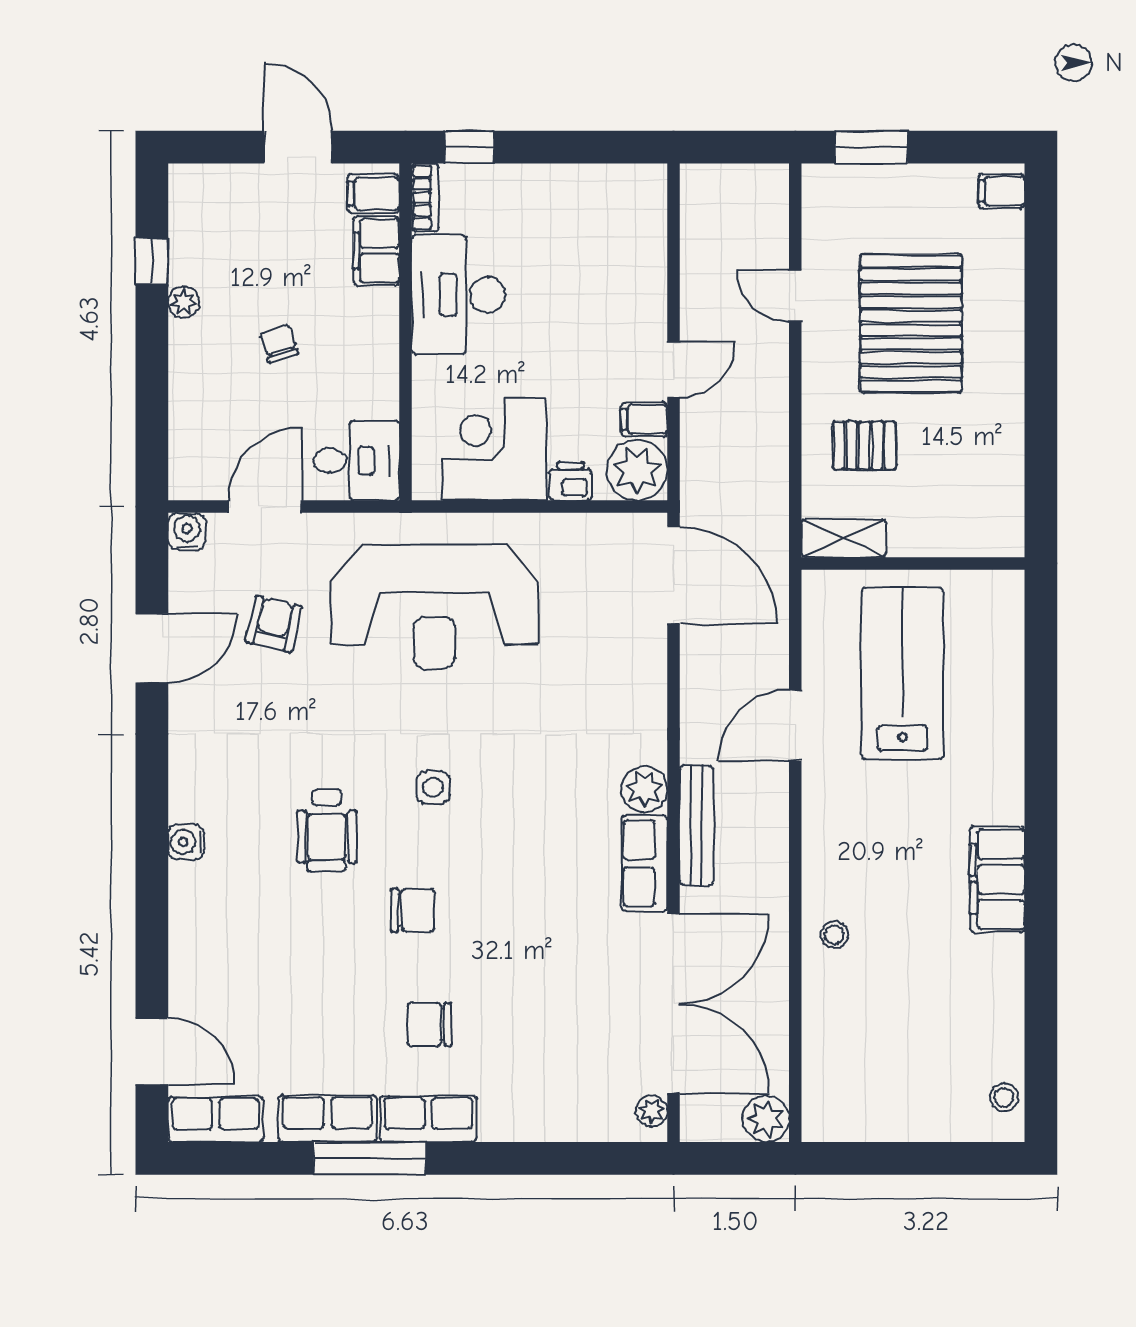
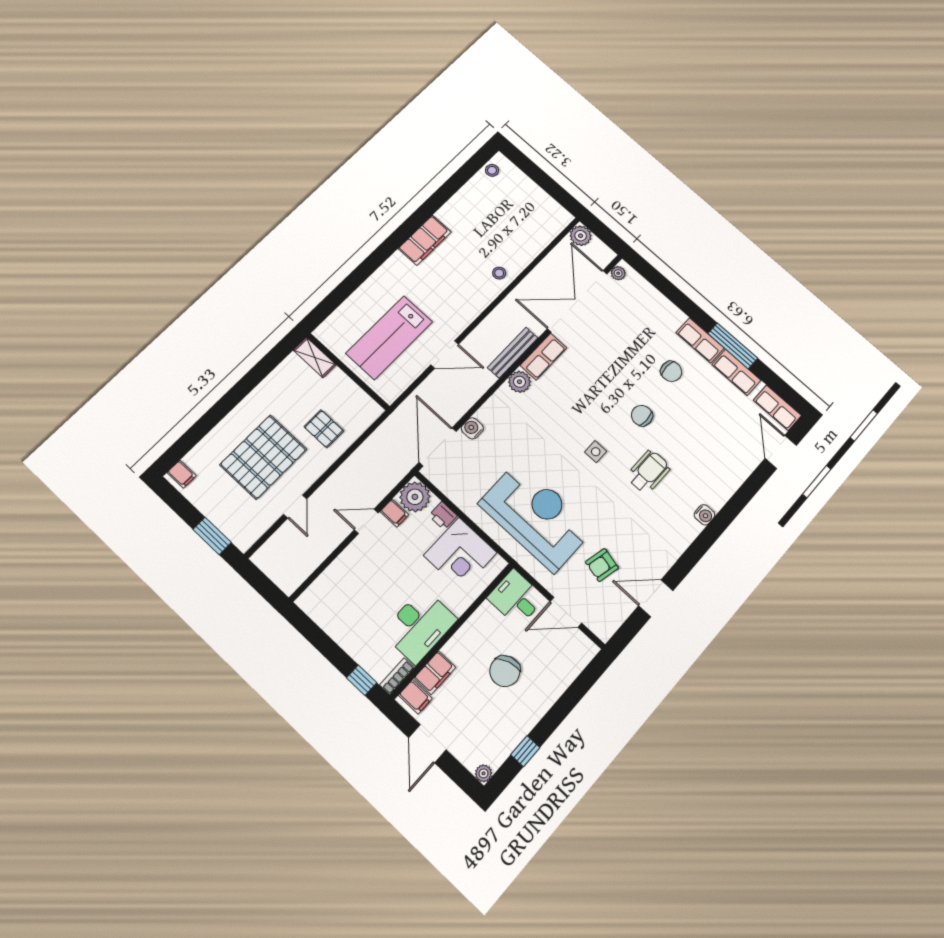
plant: (184, 302) -> (484, 773), moved
chair: (279, 344) -> (505, 671), width x1.87, depth x1.87
water cooler: (187, 532) -> (472, 428), moved, turned 90
shelving: (844, 538) -> (315, 357), moved

